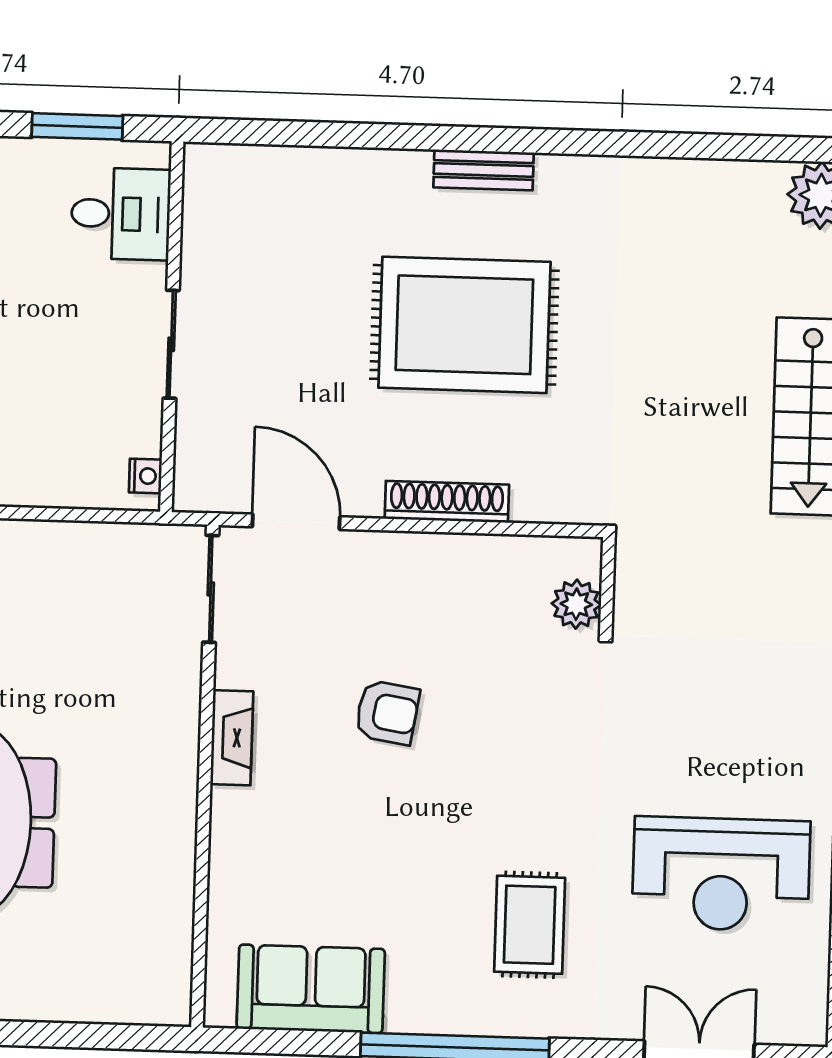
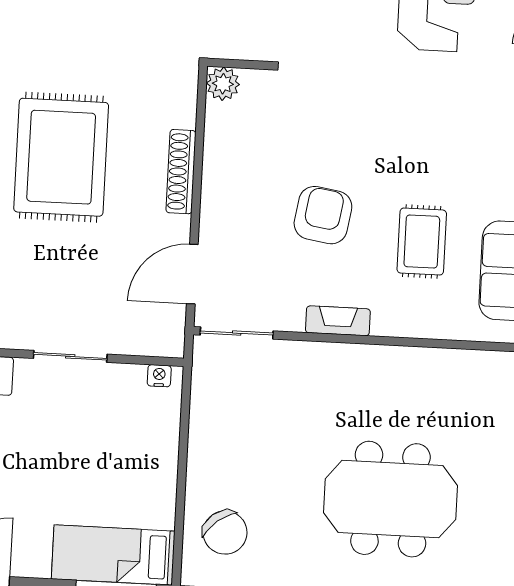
plant: (576, 604) -> (223, 84), moved
armchair: (387, 712) -> (323, 215), width x1.38, depth x1.38
rug: (530, 925) -> (422, 242), moved, turned 90

